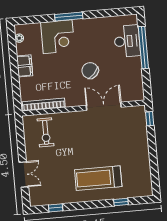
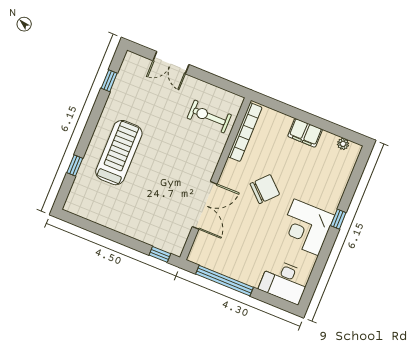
window: (69, 17) -> (338, 219), width x0.46
corner desk: (58, 37) -> (306, 227), moved
desk: (127, 41) -> (284, 281), moved
window: (143, 48) -> (224, 281), moved
chair: (90, 71) -> (265, 189), moved

